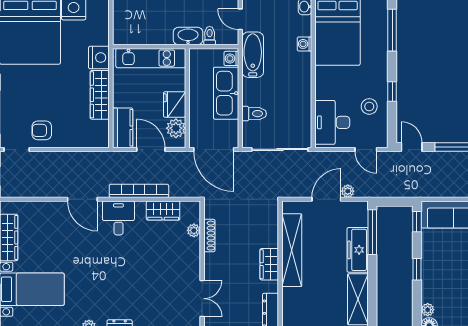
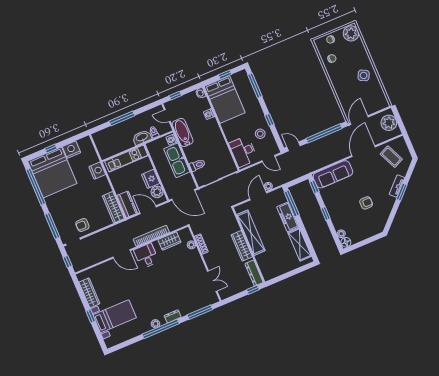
wardrobe: (100, 95) -> (113, 207), moved
wardrobe: (269, 264) -> (242, 246), width x1.50

